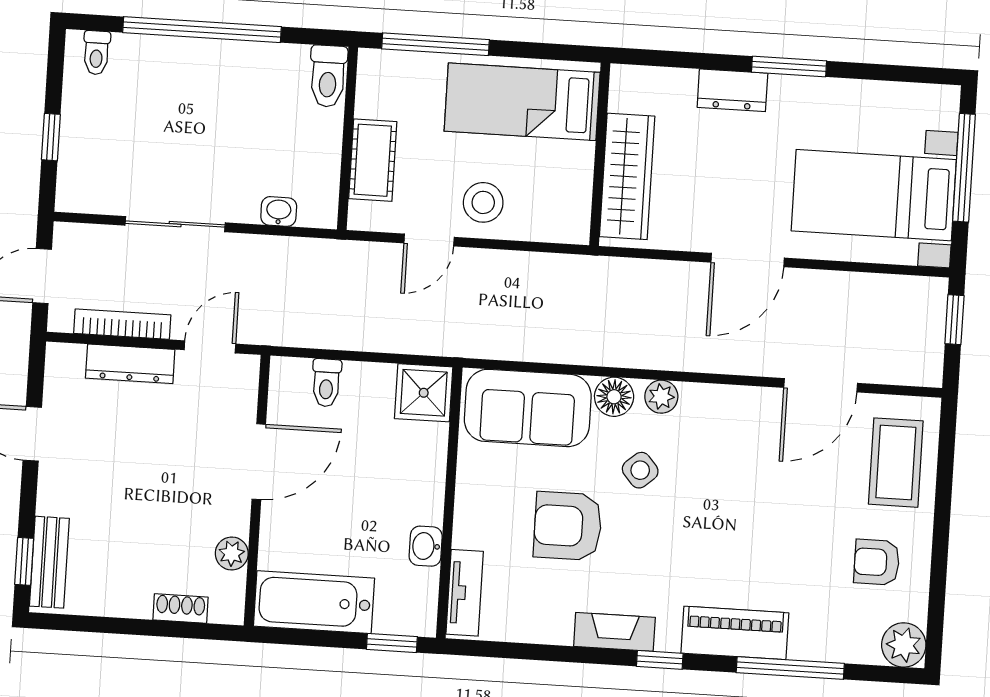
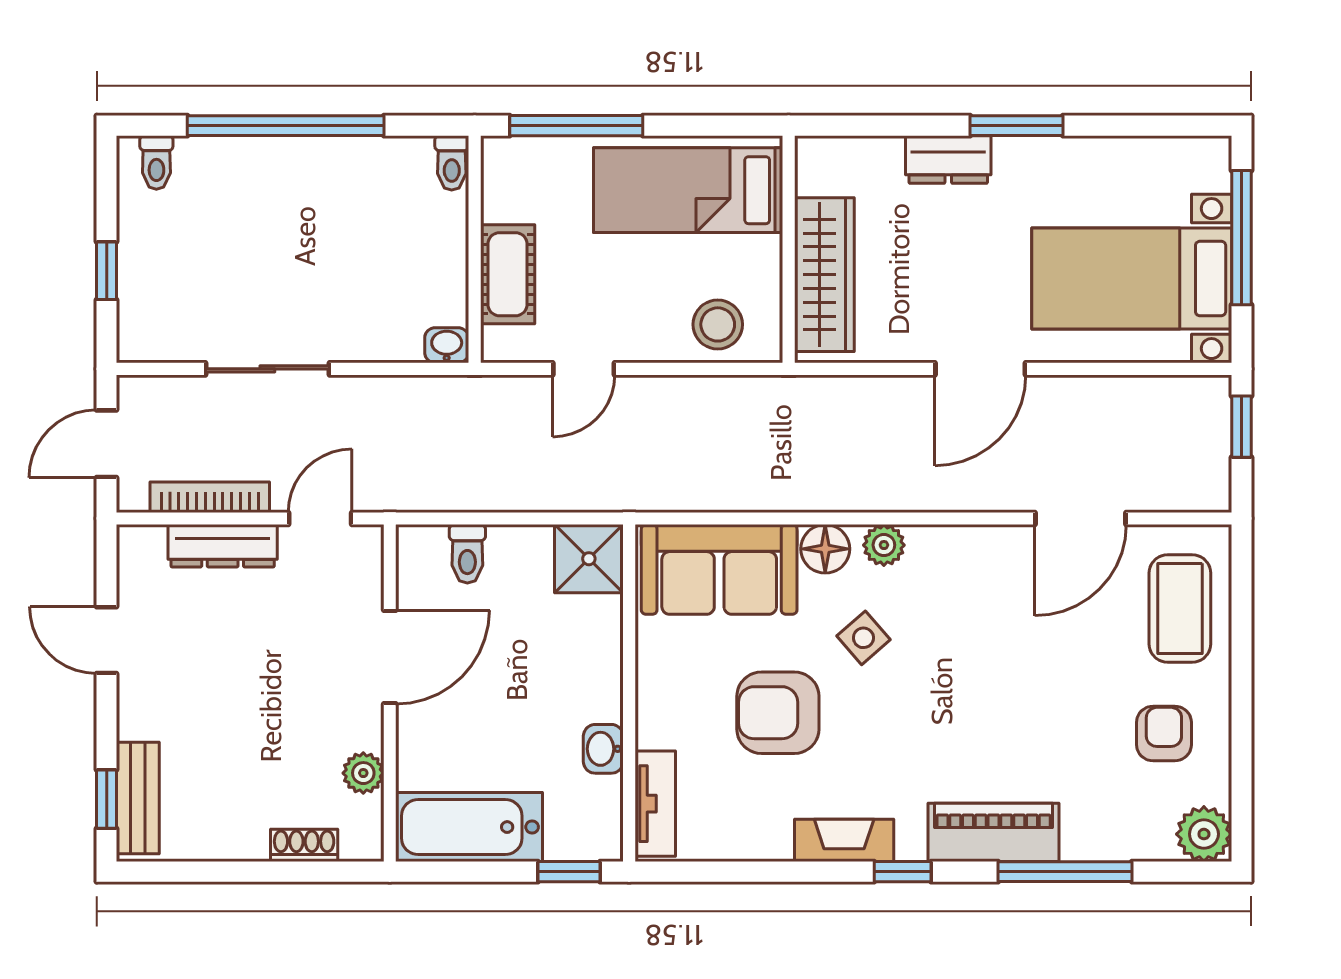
toilet: (328, 76) -> (452, 163), width x0.73, depth x0.72
stool: (483, 202) -> (718, 324), moved
washbasin: (279, 211) -> (447, 345), moved
armchair: (877, 562) -> (1164, 733), turned 90

